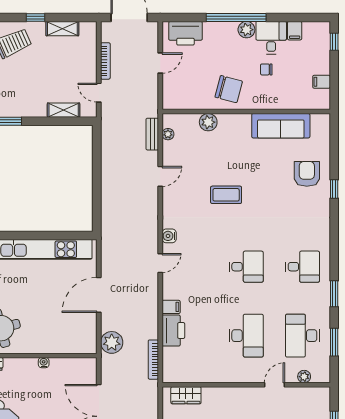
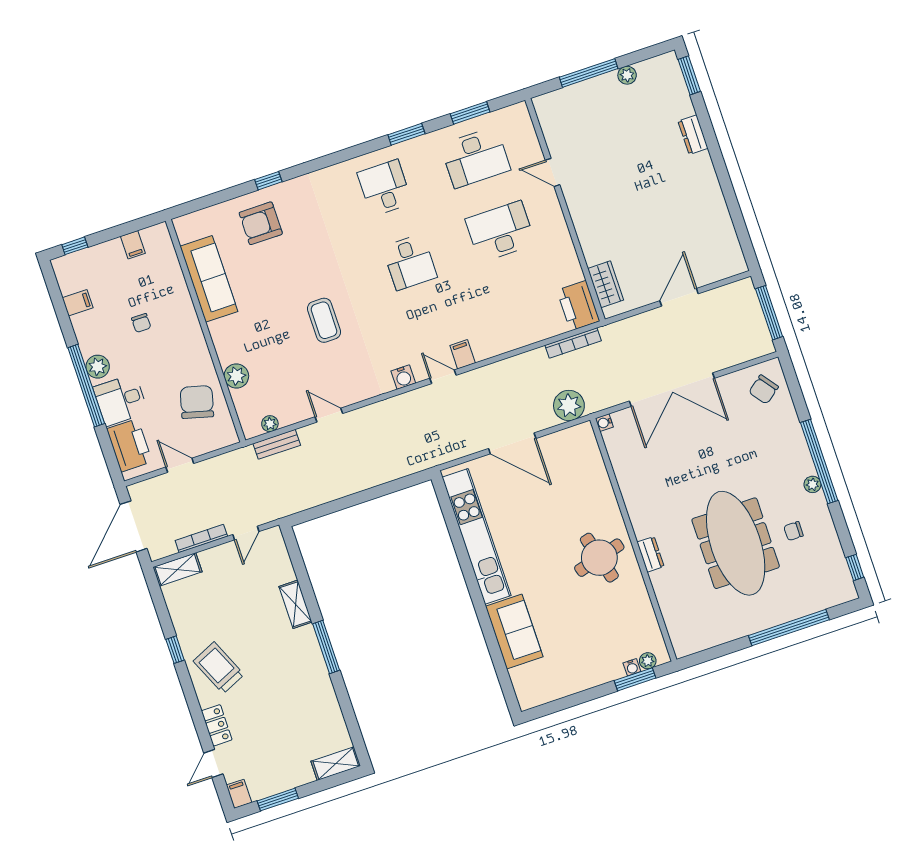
shelving: (62, 29) -> (178, 569), moved, turned 90
desk: (271, 38) -> (121, 400), moved
chair: (229, 89) -> (197, 402), moved
shelving: (64, 110) -> (296, 604), moved
desk: (246, 267) -> (410, 262), turned 180
filing cabinet: (171, 307) -> (463, 354), moved
printer: (173, 331) -> (578, 306), moved, turned -90
water cooler: (44, 363) -> (604, 423), moved
plant: (304, 377) -> (529, 137), removed

